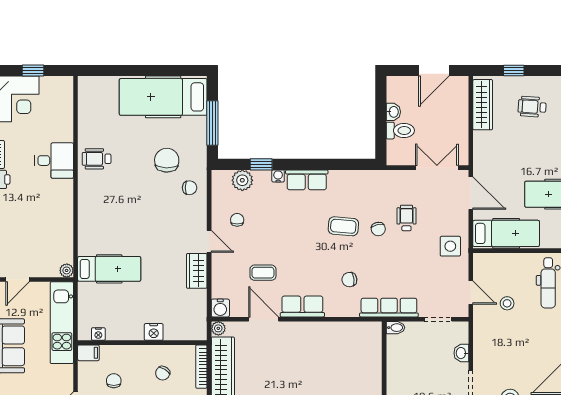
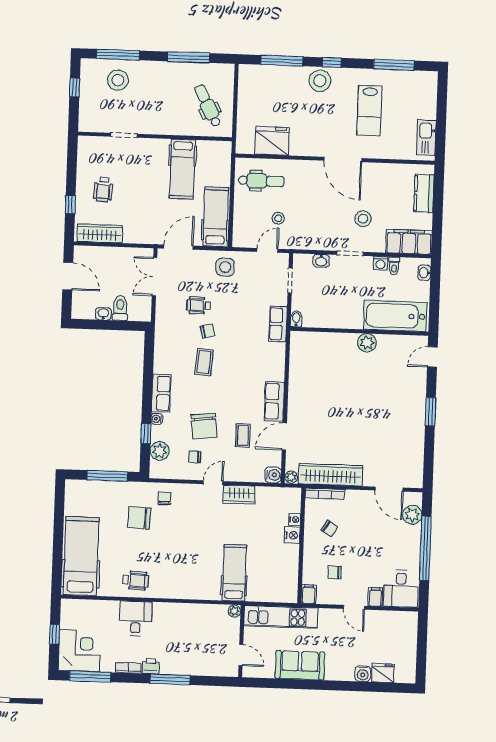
hospital bed: (163, 97) -> (81, 556), moved, turned 180
wheelchair: (97, 159) -> (136, 580), turned -87
chair: (349, 280) -> (204, 426), moved, width x1.87, depth x1.87
row of seats: (389, 308) -> (278, 324), width x0.68
nightstand: (98, 334) -> (295, 520), moved

